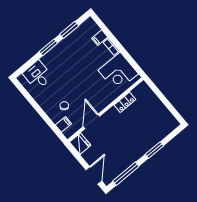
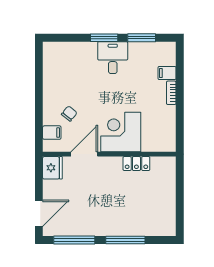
corner desk: (118, 72) -> (121, 132), moved, turned 90
desk: (38, 75) -> (113, 58), moved
window: (154, 150) -> (125, 240), width x1.44

